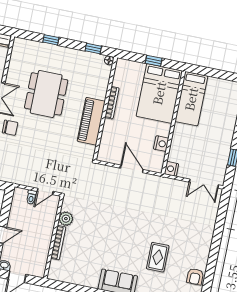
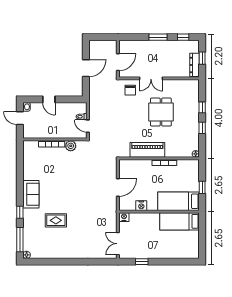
window: (93, 48) -> (202, 128), moved
bed: (159, 93) -> (178, 201), width x0.67
dining table: (46, 94) -> (161, 112), width x0.73
armchair: (195, 277) -> (47, 251), removed

